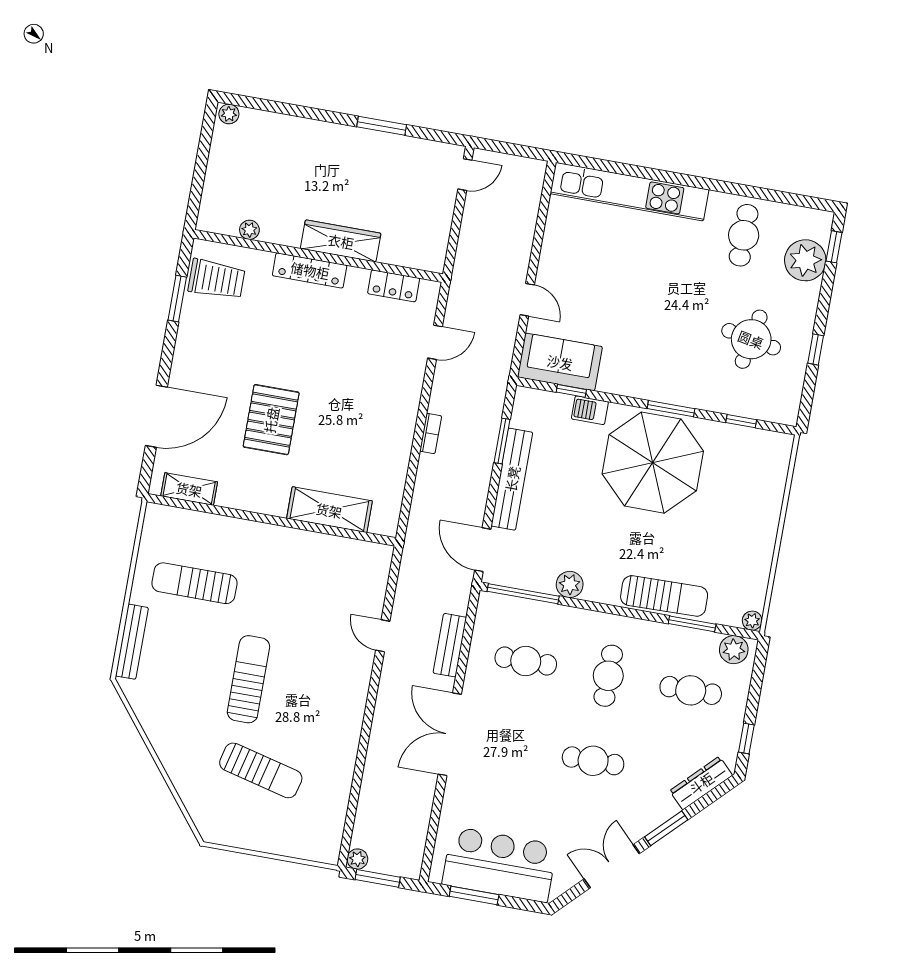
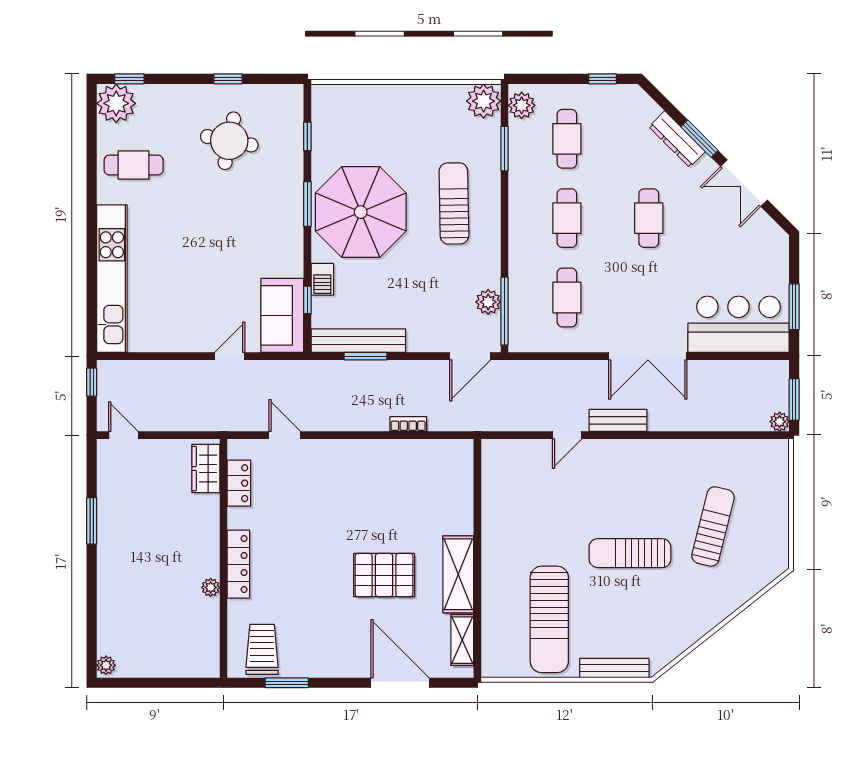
window: (526, 152) -> (92, 382), added
plant: (249, 230) -> (211, 587), moved
wardrobe: (341, 241) -> (206, 469), moved, width x0.67
plant: (805, 260) -> (116, 103), moved
bookcase: (431, 433) -> (408, 424), moved
bench: (512, 479) -> (358, 341), moved
shelving: (329, 510) -> (458, 574), moved
sun lounger: (195, 583) -> (549, 619), width x1.36, depth x1.34
plant: (570, 585) -> (488, 302), moved
sun lounger: (664, 596) -> (454, 203), moved
plant: (752, 621) -> (484, 101), width x1.87, depth x1.87
bench: (450, 645) -> (618, 420), moved
cafe table: (608, 676) -> (567, 218), turned 90
dresser: (701, 783) -> (677, 139), moved
bar counter: (499, 865) -> (739, 324), moved, turned 90

